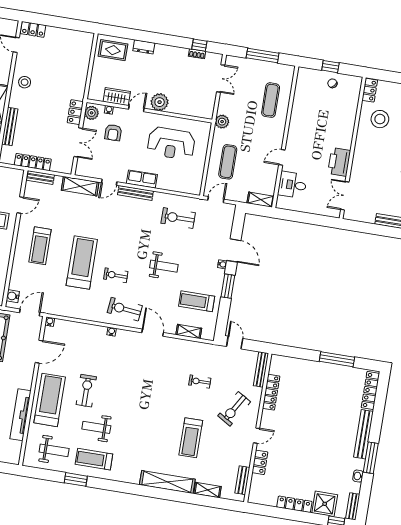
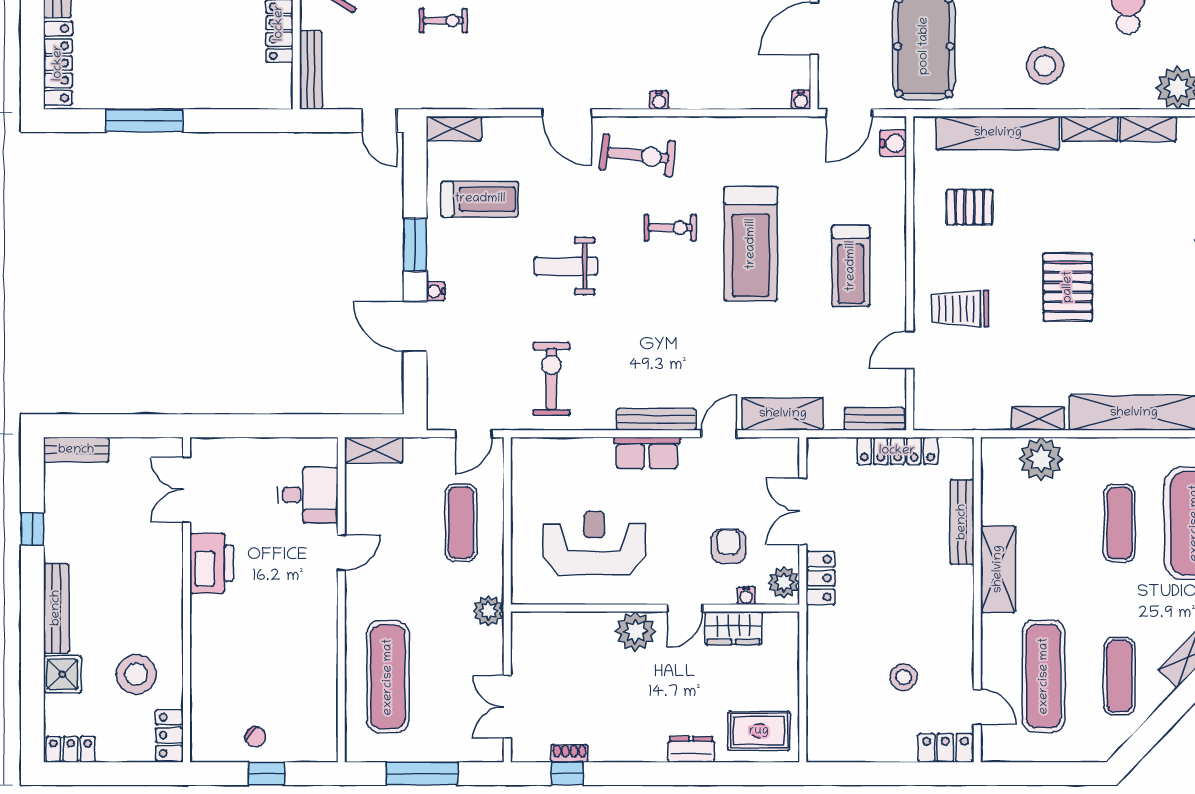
stool: (25, 82) -> (904, 677), moved
exercise mat: (271, 100) -> (388, 677), width x1.36, depth x1.45
double door: (345, 196) -> (187, 490), swing flipped
exercise bike: (178, 218) -> (551, 379), turned -90
treadmill: (40, 246) -> (851, 266), turned 180
shelving: (189, 332) -> (454, 129), moved

